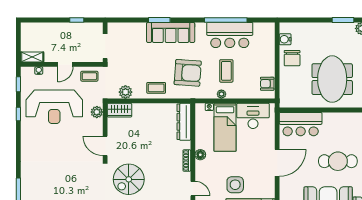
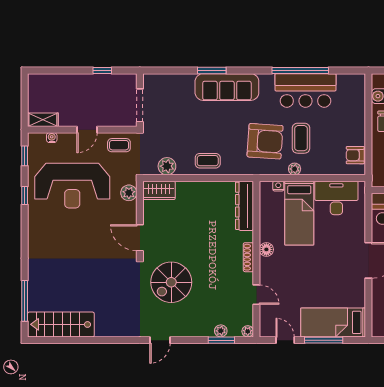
armchair: (188, 73) -> (265, 141), moved
side table: (235, 185) -> (313, 289), removed

